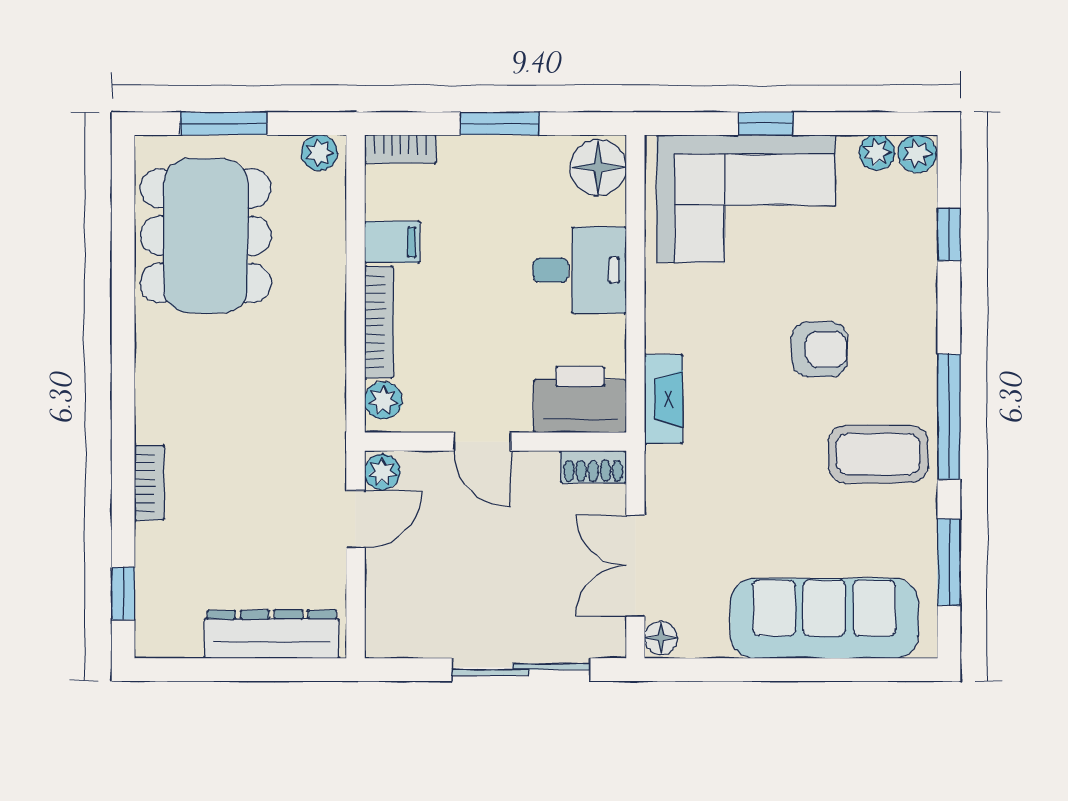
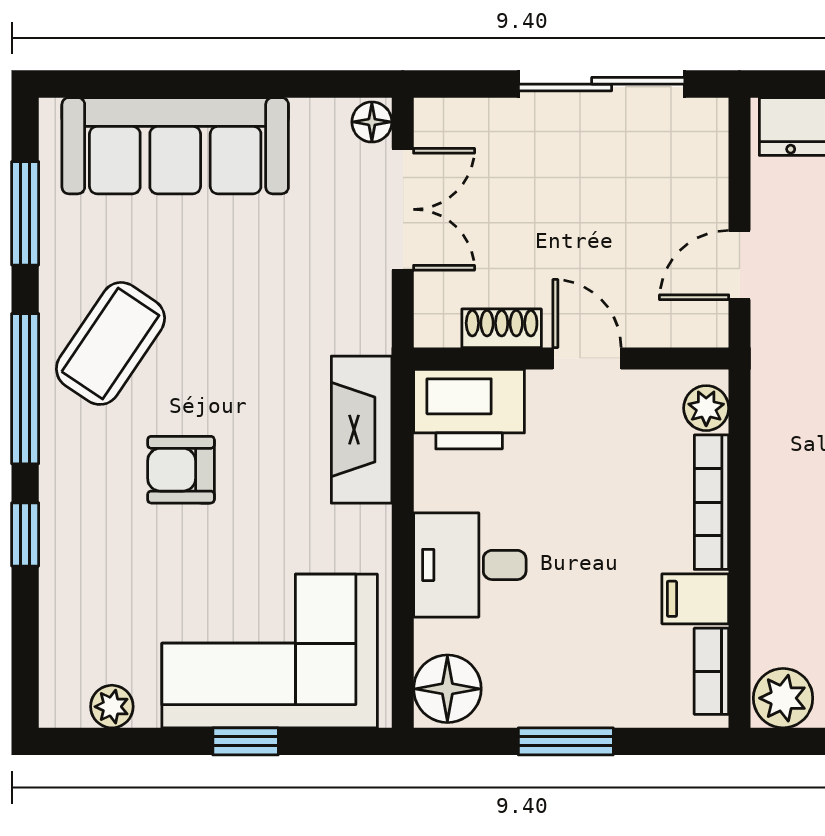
bookcase: (400, 149) -> (711, 671), moved, turned -90
plant: (319, 153) -> (783, 698), width x1.38, depth x1.38
plant: (917, 154) -> (63, 705), removed
window: (949, 234) -> (25, 534), moved
fireplace: (663, 399) -> (362, 430), width x1.37, depth x1.32
coffee table: (878, 454) -> (110, 343), turned -56
shoe rack: (593, 467) -> (502, 328), moved
plant: (382, 472) -> (707, 322), removed
sliding door: (521, 670) -> (602, 84), moved

